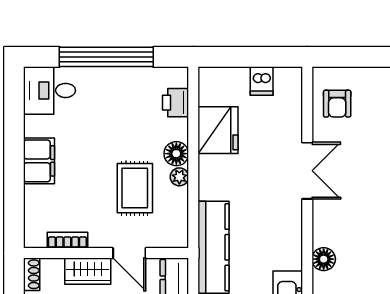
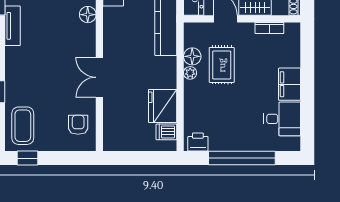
dishwasher: (262, 81) -> (166, 132), moved, turned -90
desk: (50, 90) -> (282, 119), moved
printer: (176, 103) -> (198, 142), moved, turned -90
floor lamp: (176, 154) -> (192, 56), moved

